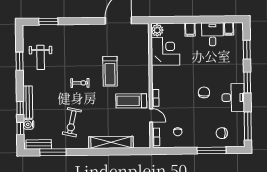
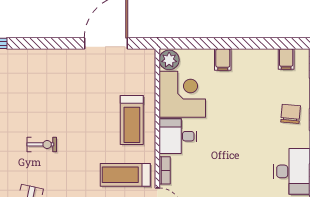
desk: (212, 34) -> (178, 136), moved, turned -90
treadmill: (110, 71) -> (132, 120), moved
chair: (204, 92) -> (291, 114), moved

